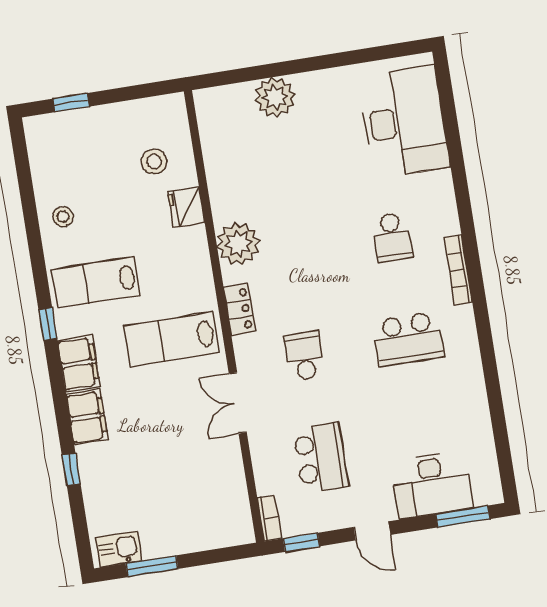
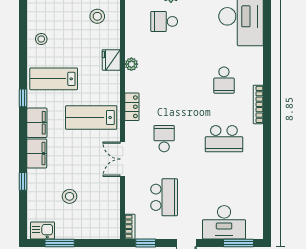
school desk: (272, 152) -> (164, 21), added
fridge: (186, 207) -> (111, 60), moved
plant: (238, 244) -> (131, 64), width x0.53, depth x0.53
stool: (156, 482) -> (70, 196), added

